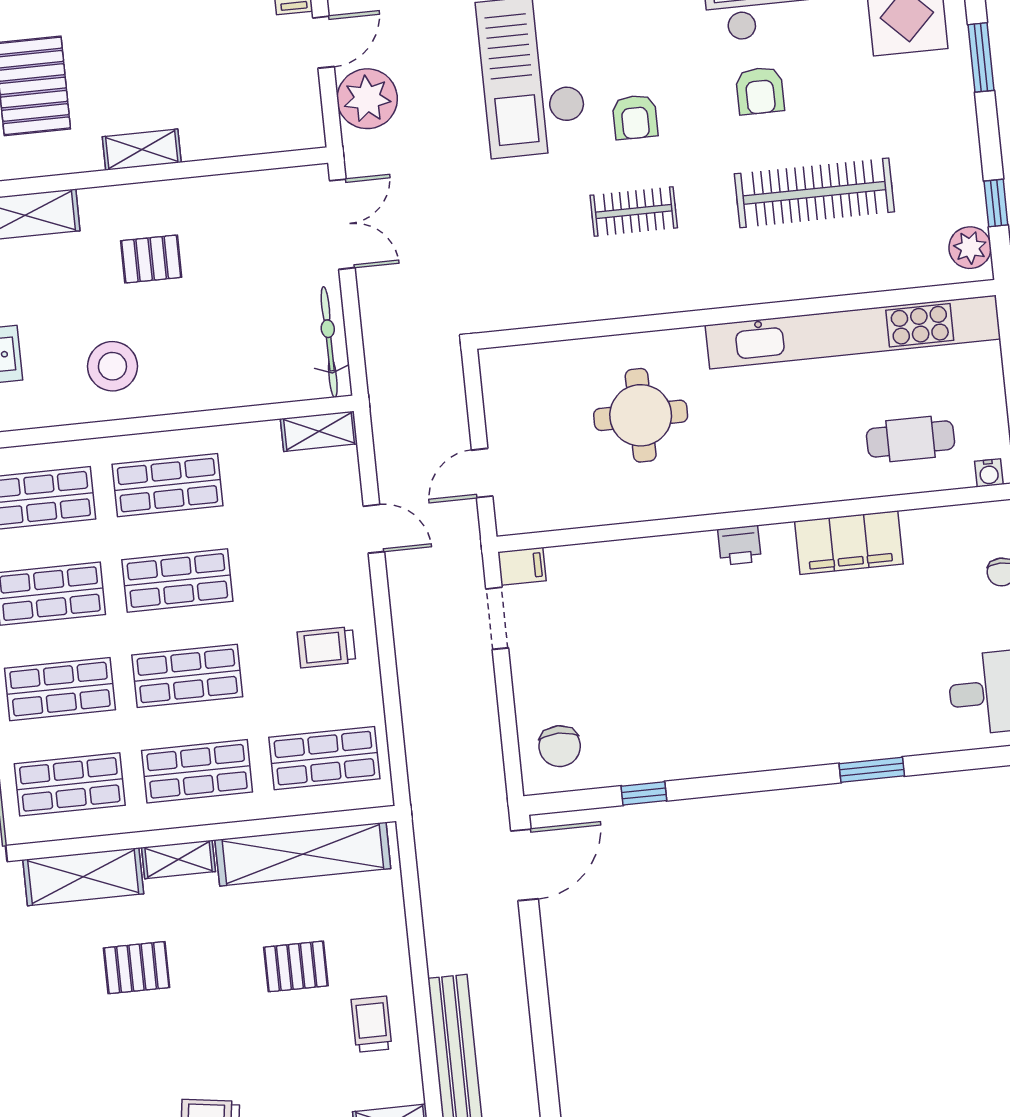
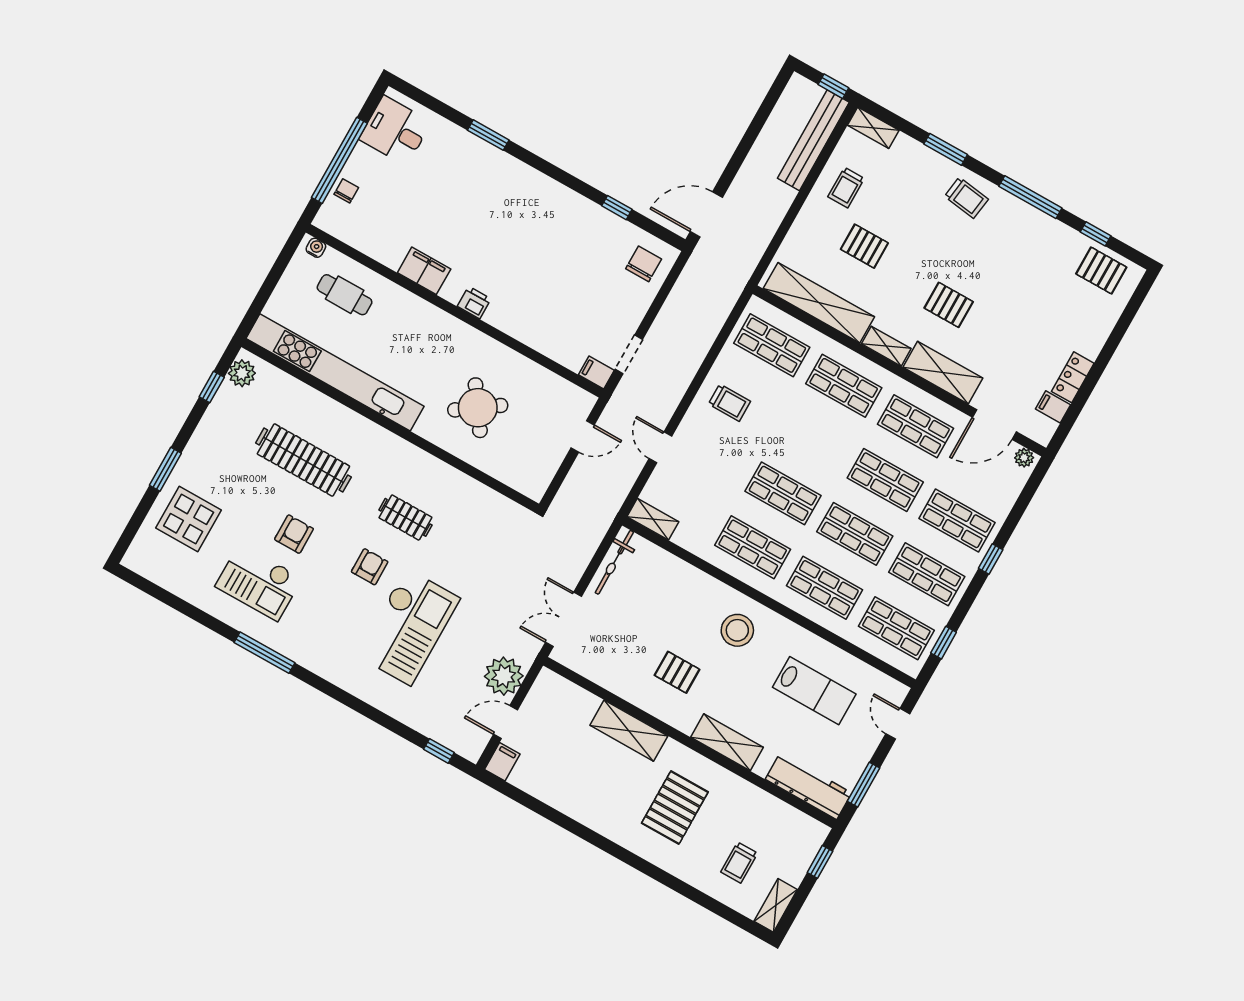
shelving: (142, 150) -> (629, 731), width x1.50, depth x1.33
round table: (641, 415) -> (478, 408), turned -35
filing cabinet: (849, 543) -> (424, 271), width x0.67, depth x0.86
shop shelf: (187, 676) -> (813, 440), removed

